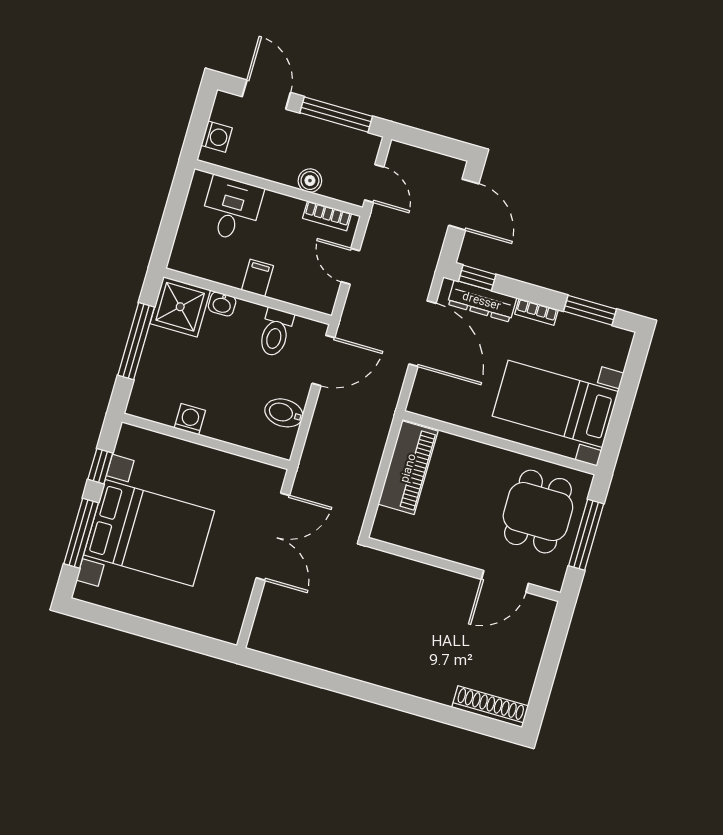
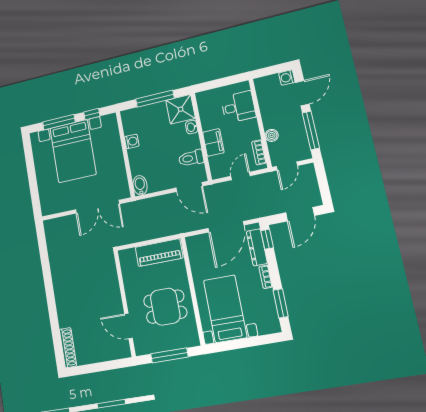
washing machine: (217, 137) -> (287, 78), moved, turned 90
filing cabinet: (257, 278) -> (213, 142), width x2.00
bidet: (284, 413) -> (140, 185), moved
dining table: (538, 512) -> (165, 307), moved

